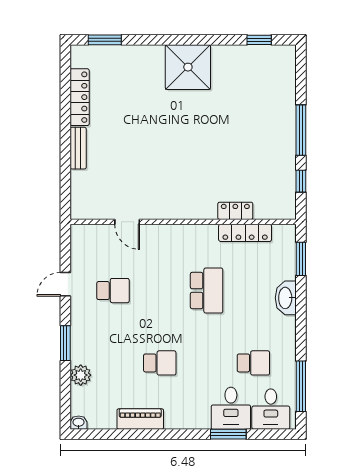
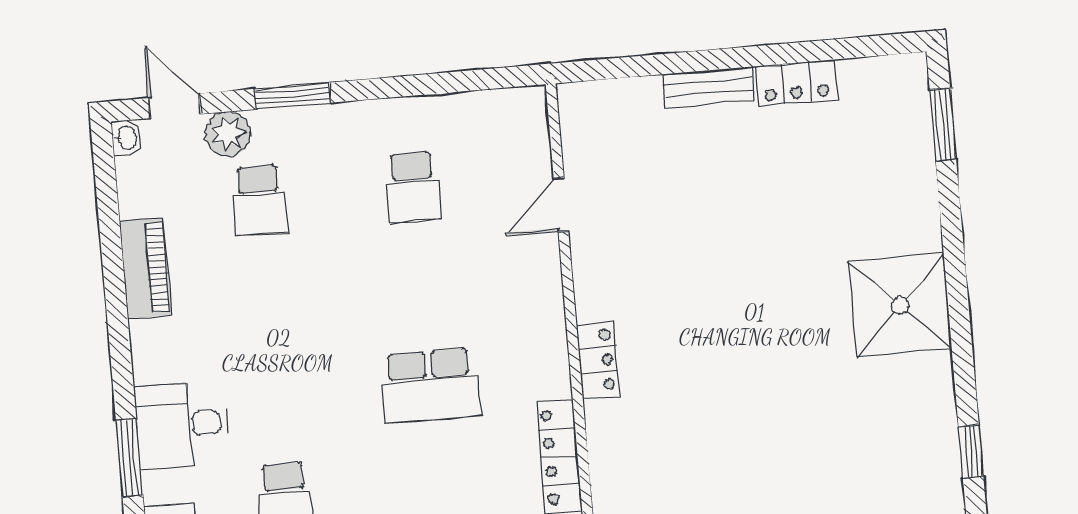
locker: (80, 97) -> (796, 83), width x0.66
locker: (235, 211) -> (598, 360), moved
door: (65, 284) -> (175, 106), moved
school desk: (160, 363) -> (259, 200), moved
desk: (231, 408) -> (182, 425), moved

